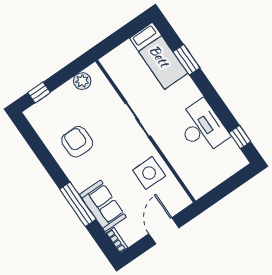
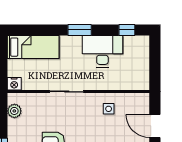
window: (186, 60) -> (80, 30), moved
nightstand: (109, 62) -> (14, 84), added
side table: (149, 173) -> (109, 109), width x0.54, depth x0.54

